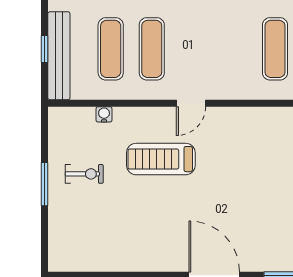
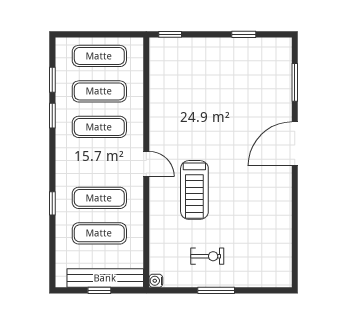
exercise mat: (234, 49) -> (99, 127), added
water cooler: (104, 114) -> (156, 281), moved
exercise bike: (84, 174) -> (207, 256), turned 90

